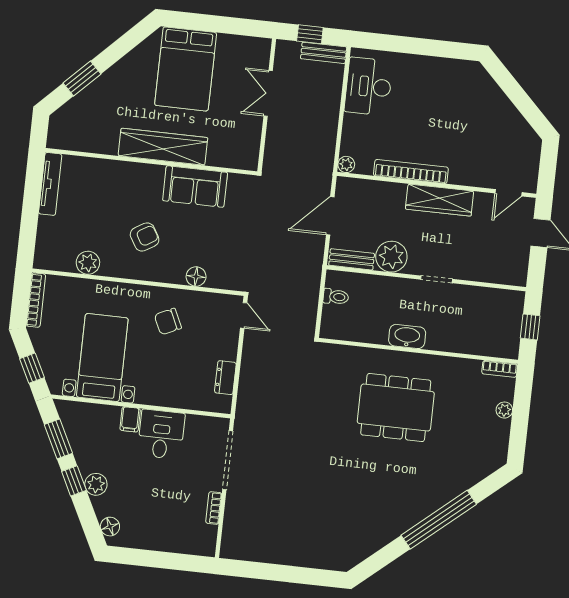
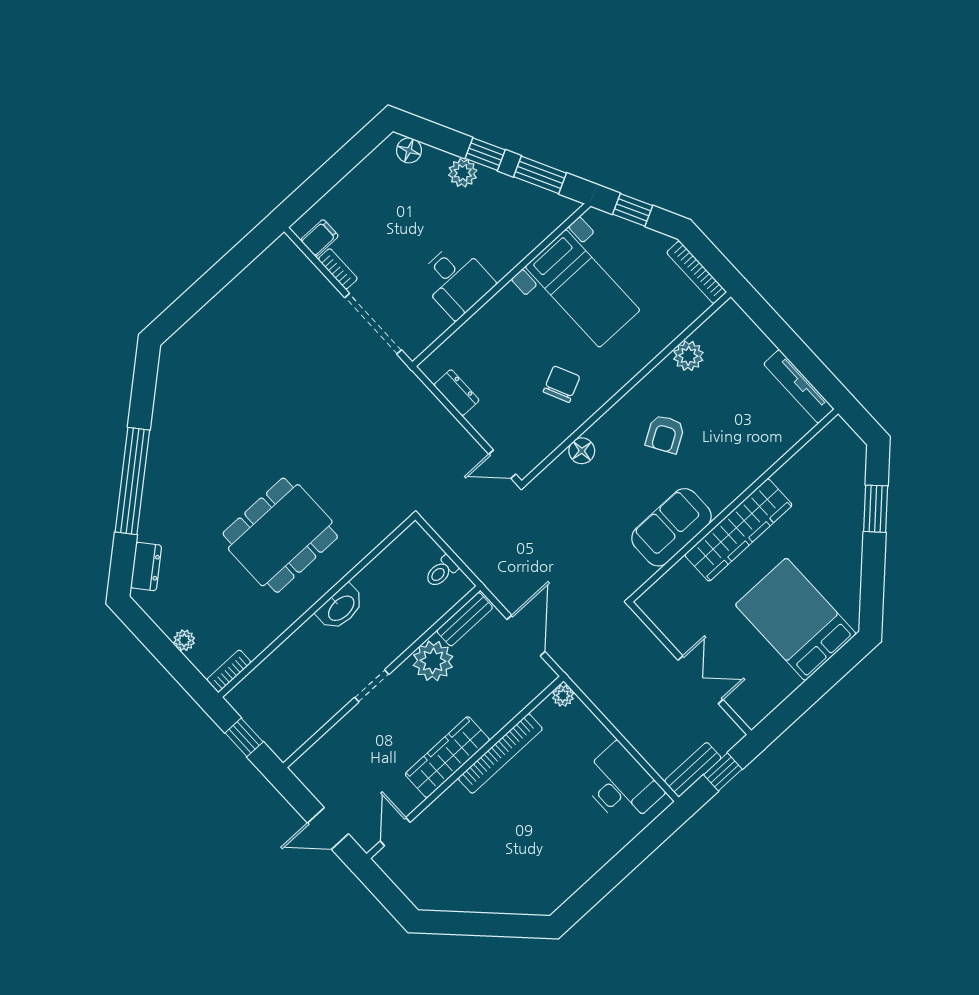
filing cabinet: (130, 419) -> (319, 238), moved, turned 90
dresser: (481, 469) -> (146, 566), added

